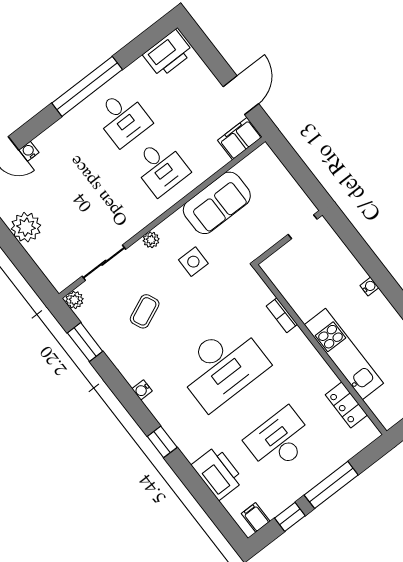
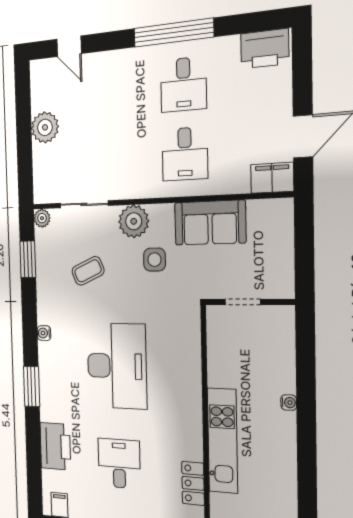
water cooler: (29, 151) -> (89, 61), removed
doorway: (303, 227) -> (243, 302), moved
plant: (151, 240) -> (134, 221), width x1.87, depth x1.87
bookcase: (282, 315) -> (195, 365), removed
desk: (222, 366) -> (117, 366), turned -90
desk: (279, 440) -> (119, 463), width x0.73
window: (162, 442) -> (32, 386), width x1.50

